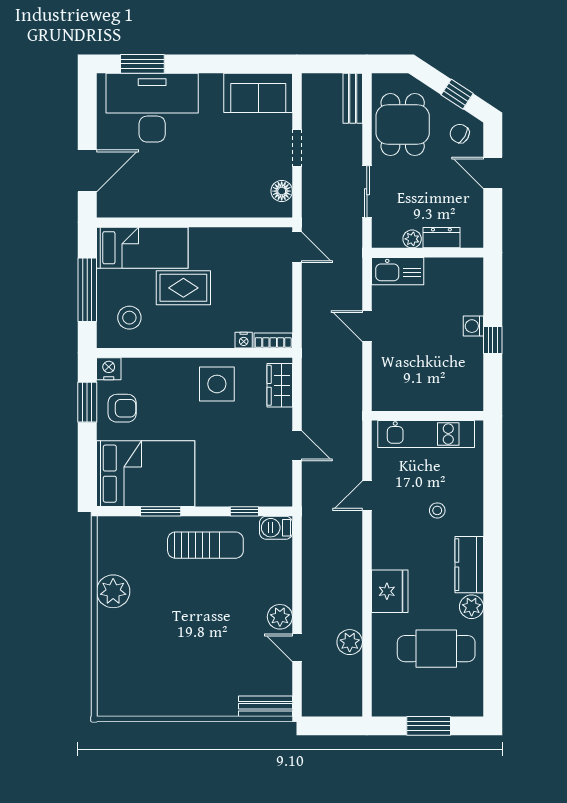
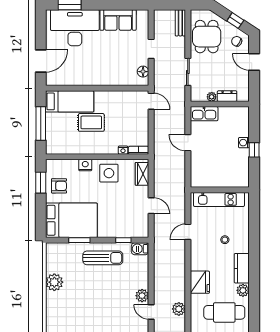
sofa: (258, 93) -> (118, 20), moved
stool: (129, 318) -> (63, 138), removed
nightstand: (109, 369) -> (85, 165), moved

